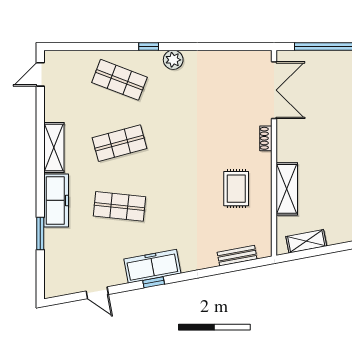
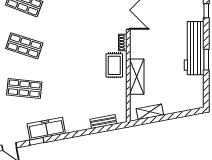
shop shelf: (119, 143) -> (24, 46), turned 33
rug: (236, 189) -> (114, 65), moved
window: (154, 282) -> (37, 141), moved

